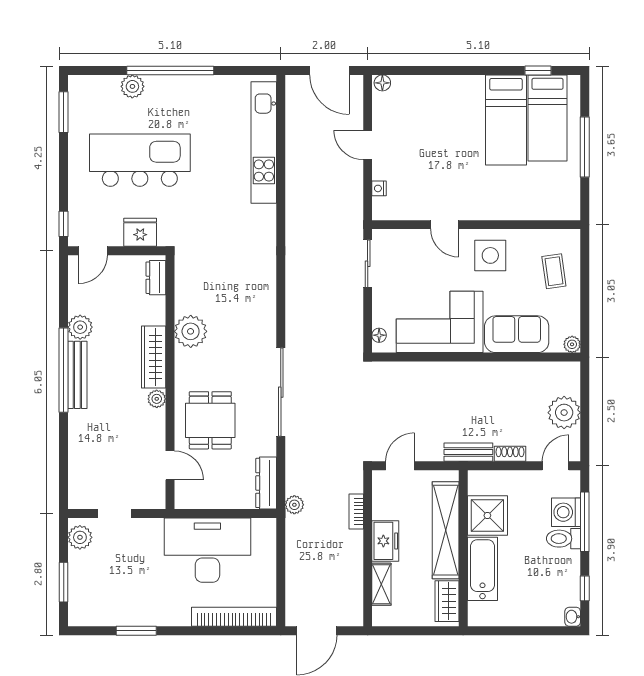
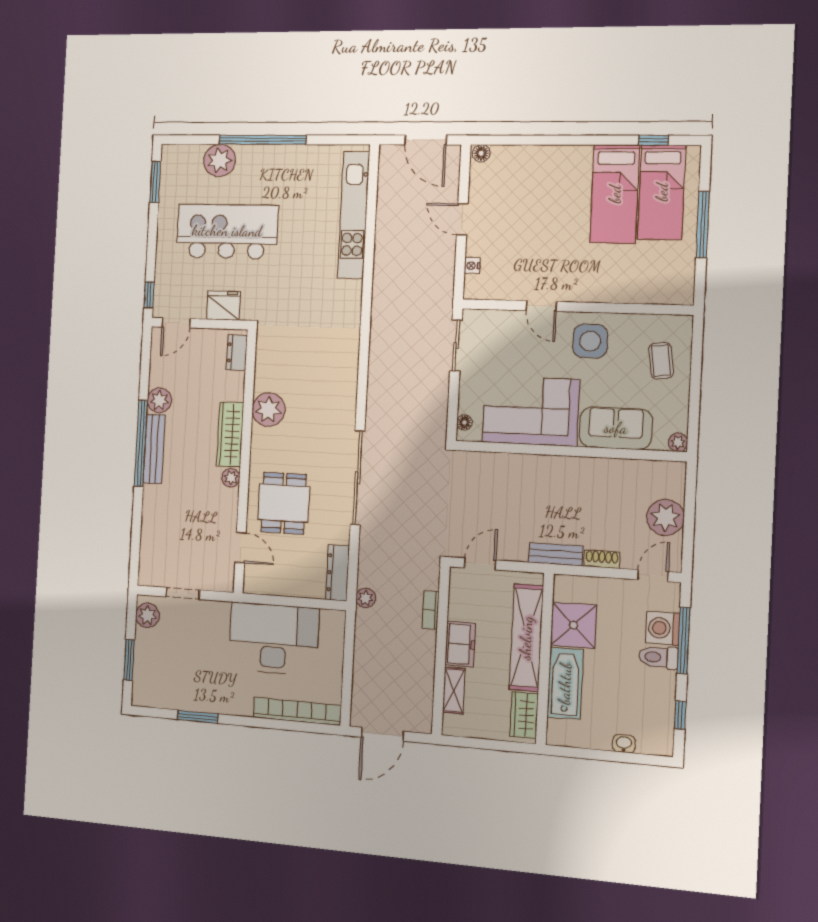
plant: (132, 86) -> (219, 160), width x1.36, depth x1.36
washbasin: (573, 617) -> (624, 744), moved, turned 90

